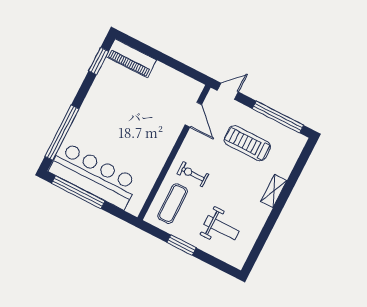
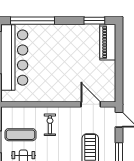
door: (193, 115) -> (91, 104), swing flipped
exercise mat: (173, 204) -> (21, 135), moved

